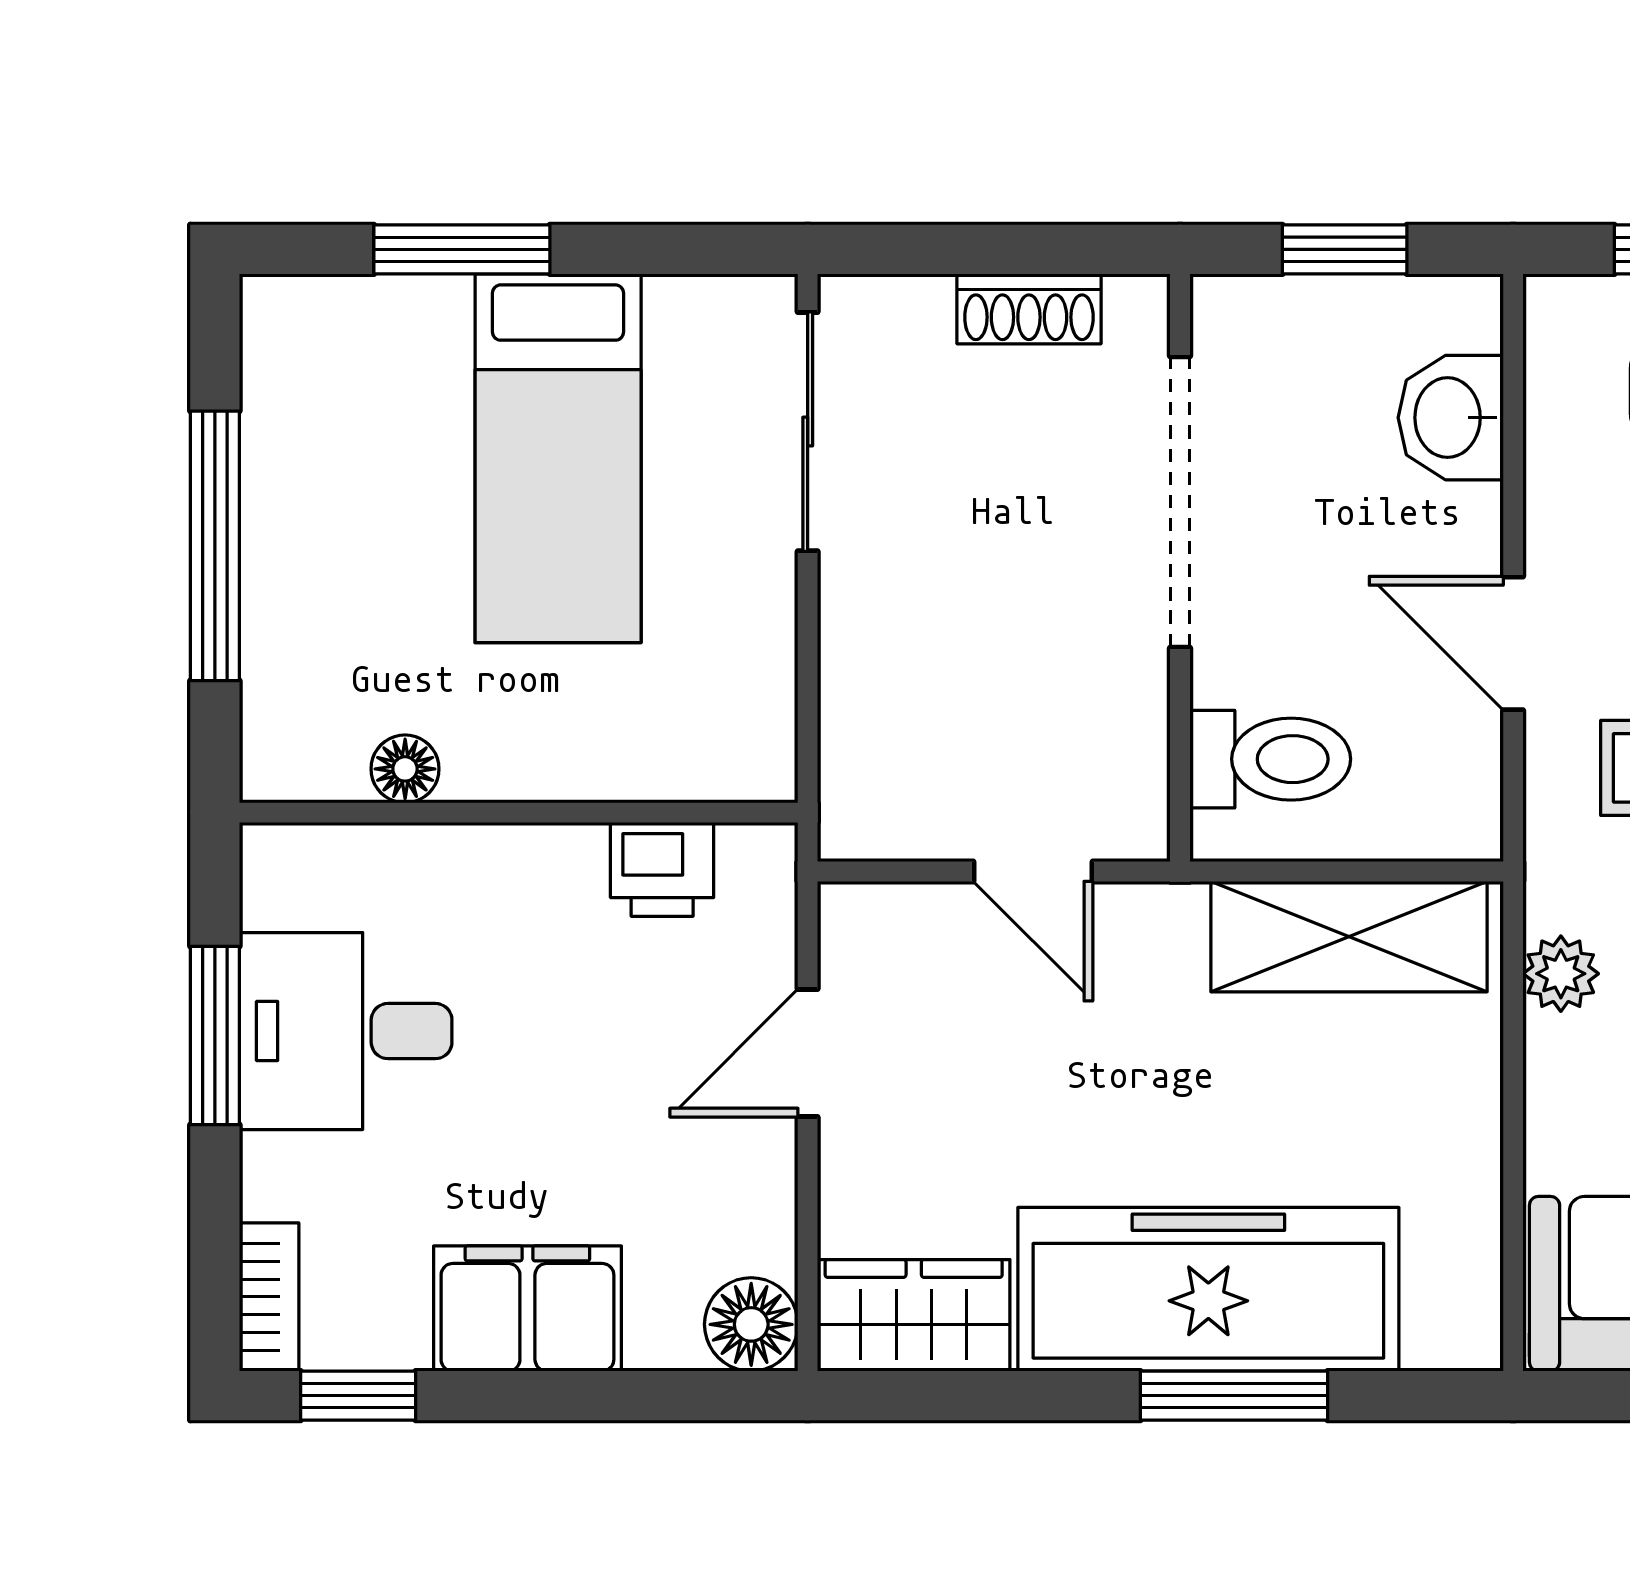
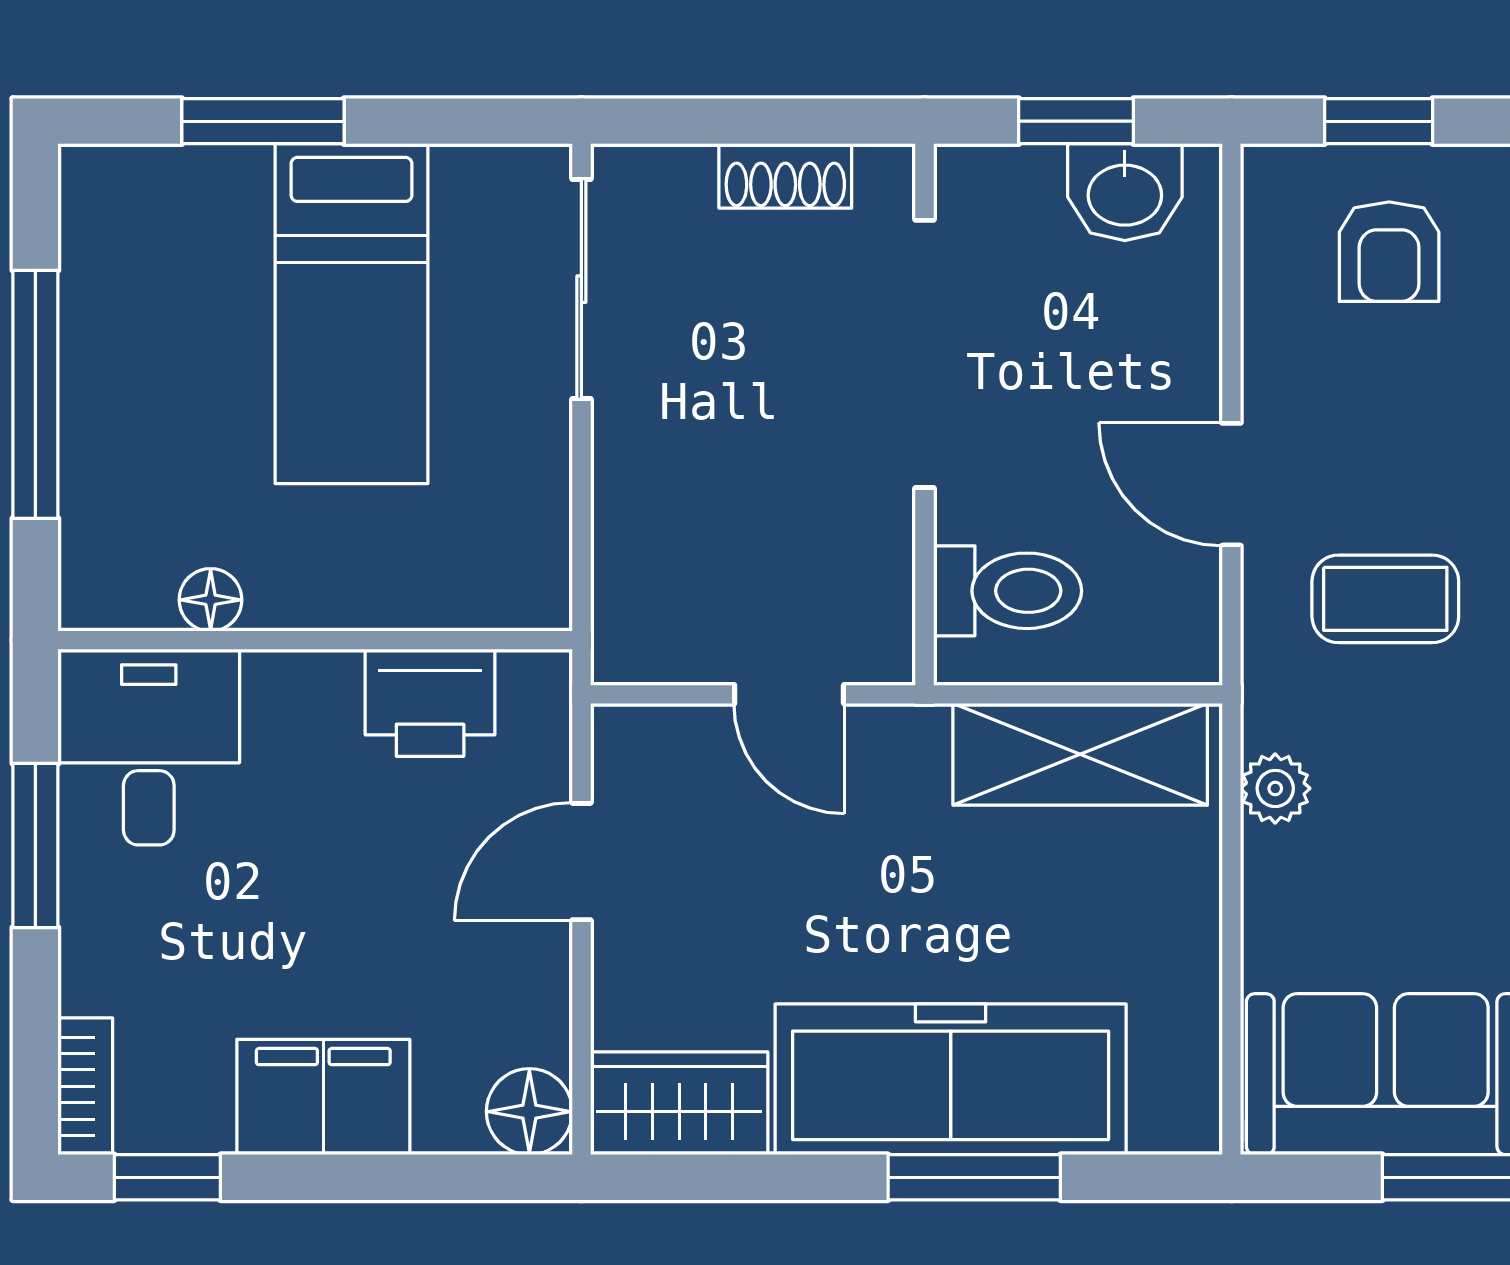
washbasin: (1451, 418) -> (1125, 192), moved, turned -90
printer: (662, 869) -> (430, 703), width x1.36, depth x1.24
desk: (346, 1031) -> (149, 747), moved, turned 90

